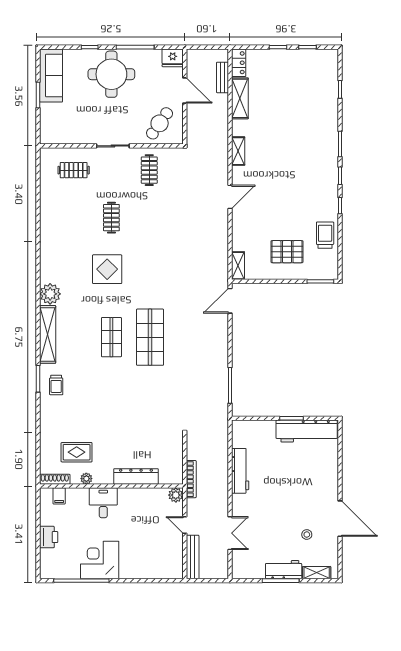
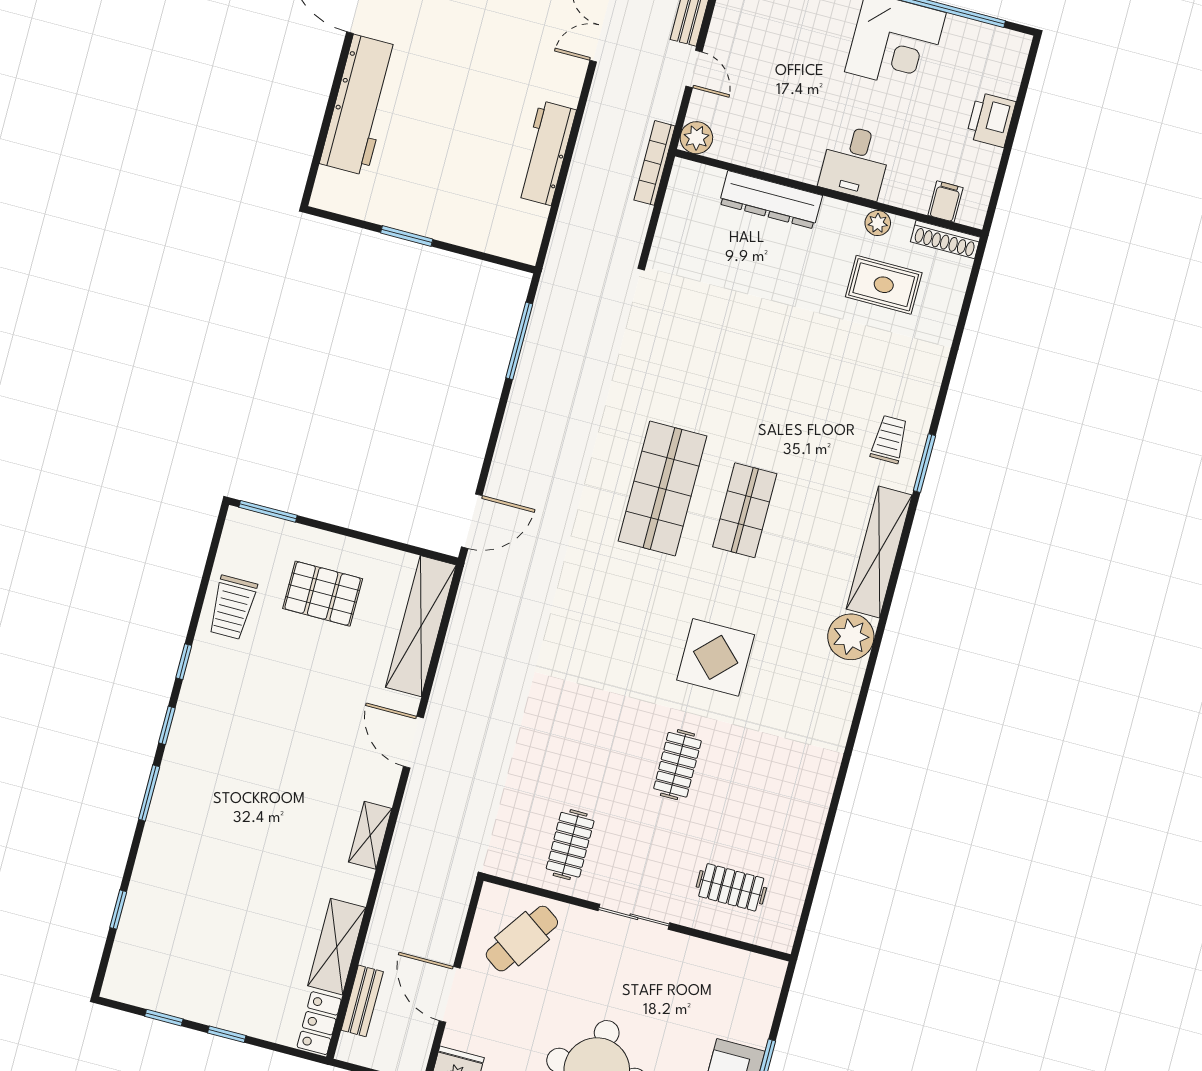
door: (230, 197) -> (413, 742), hinge flipped
shelving: (238, 266) -> (421, 626), width x2.20, depth x1.33
workbench: (307, 431) -> (360, 105), moved, turned 90

